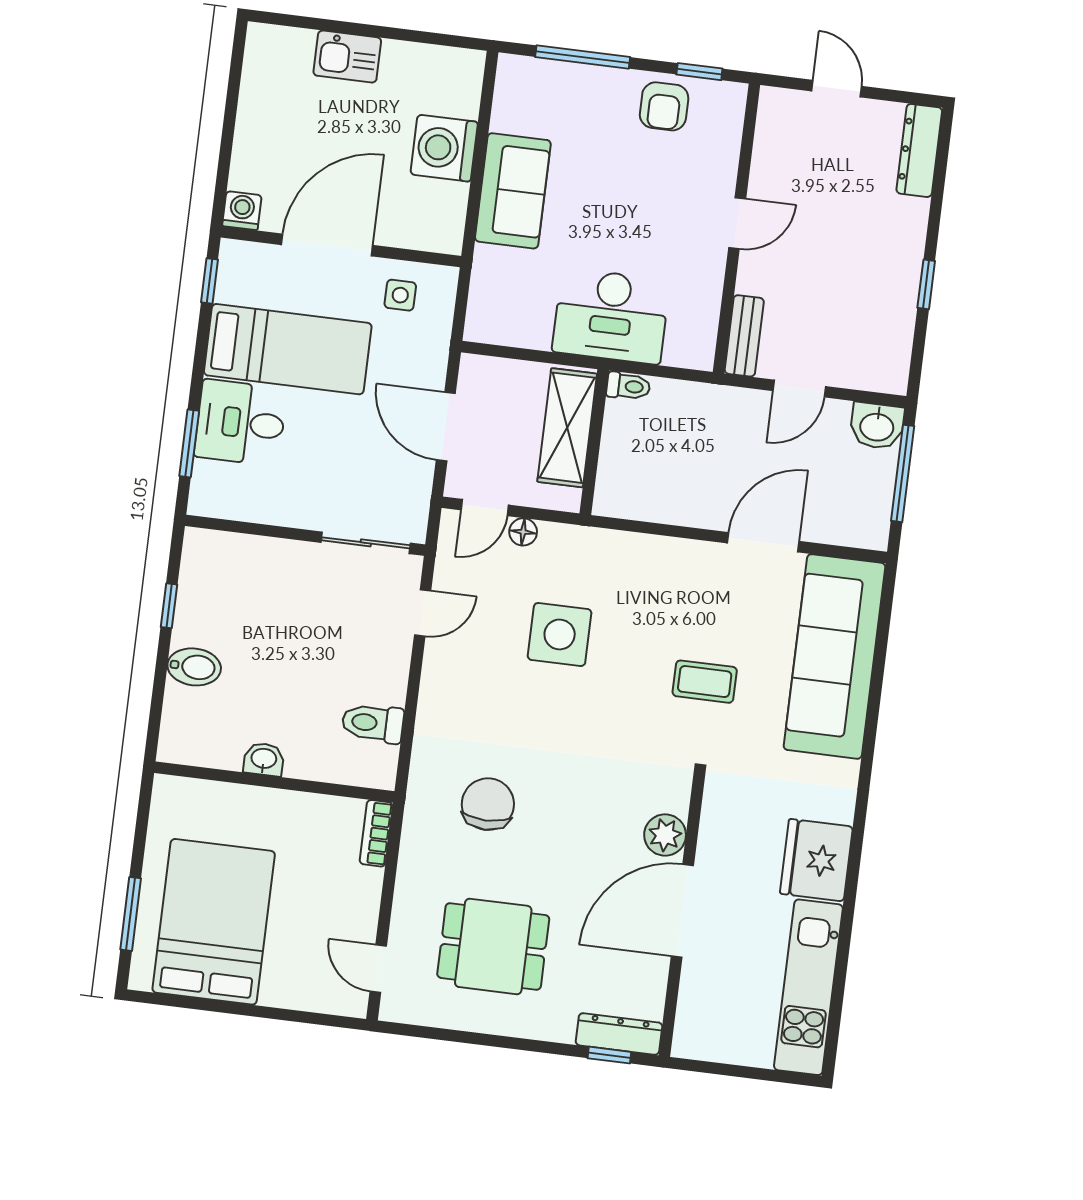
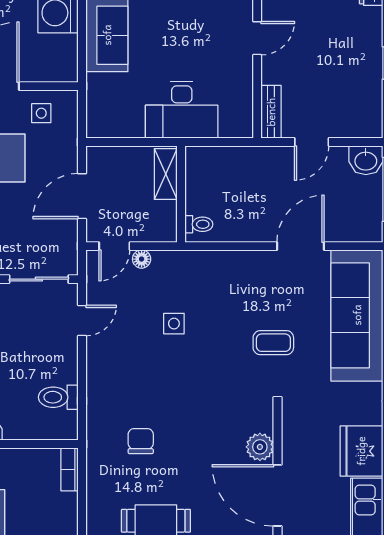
toilet: (628, 386) -> (199, 224), moved
door: (446, 427) -> (82, 196), hinge flipped
shelving: (567, 428) -> (166, 174), width x0.67, depth x0.75
side table: (560, 634) -> (174, 324), width x0.54, depth x0.54
chair: (488, 804) -> (141, 441), width x0.73, depth x0.73
door: (682, 911) -> (277, 495), hinge flipped

